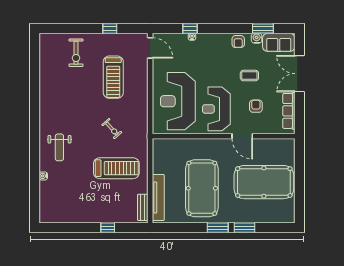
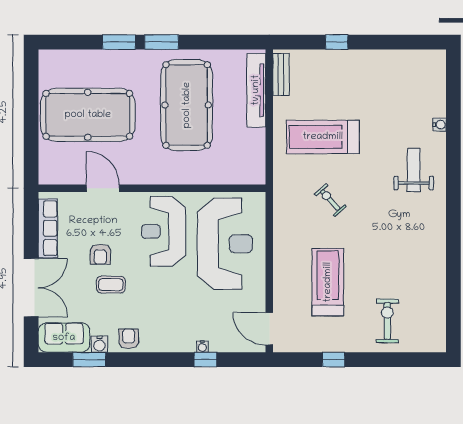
armchair: (256, 106) -> (100, 254), moved
reception desk: (216, 109) -> (164, 231), turned 180
door: (242, 136) -> (103, 188), moved

